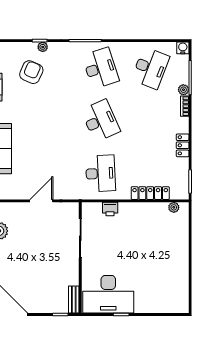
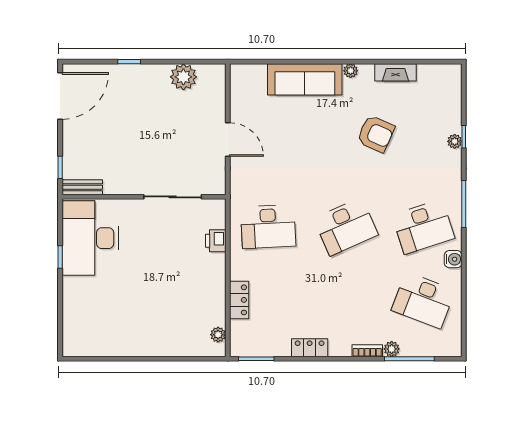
water cooler: (183, 48) -> (453, 259), moved
armchair: (31, 72) -> (376, 134), moved
locker: (150, 193) -> (239, 300), width x0.66

